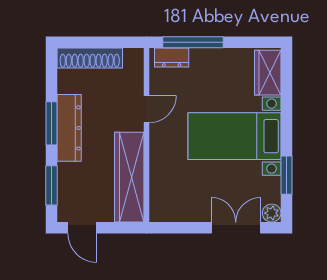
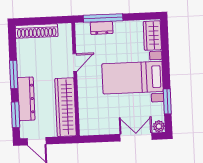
dresser: (172, 58) -> (102, 28), moved
dresser: (69, 128) -> (26, 99), moved

